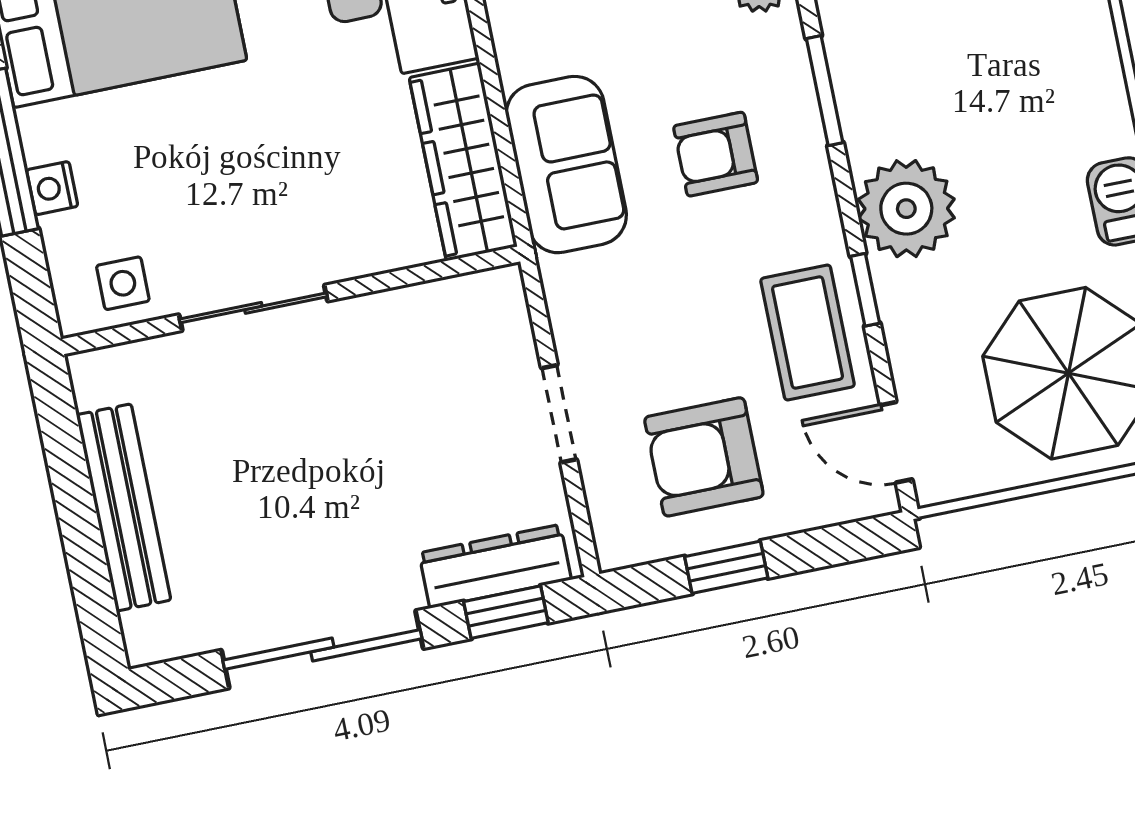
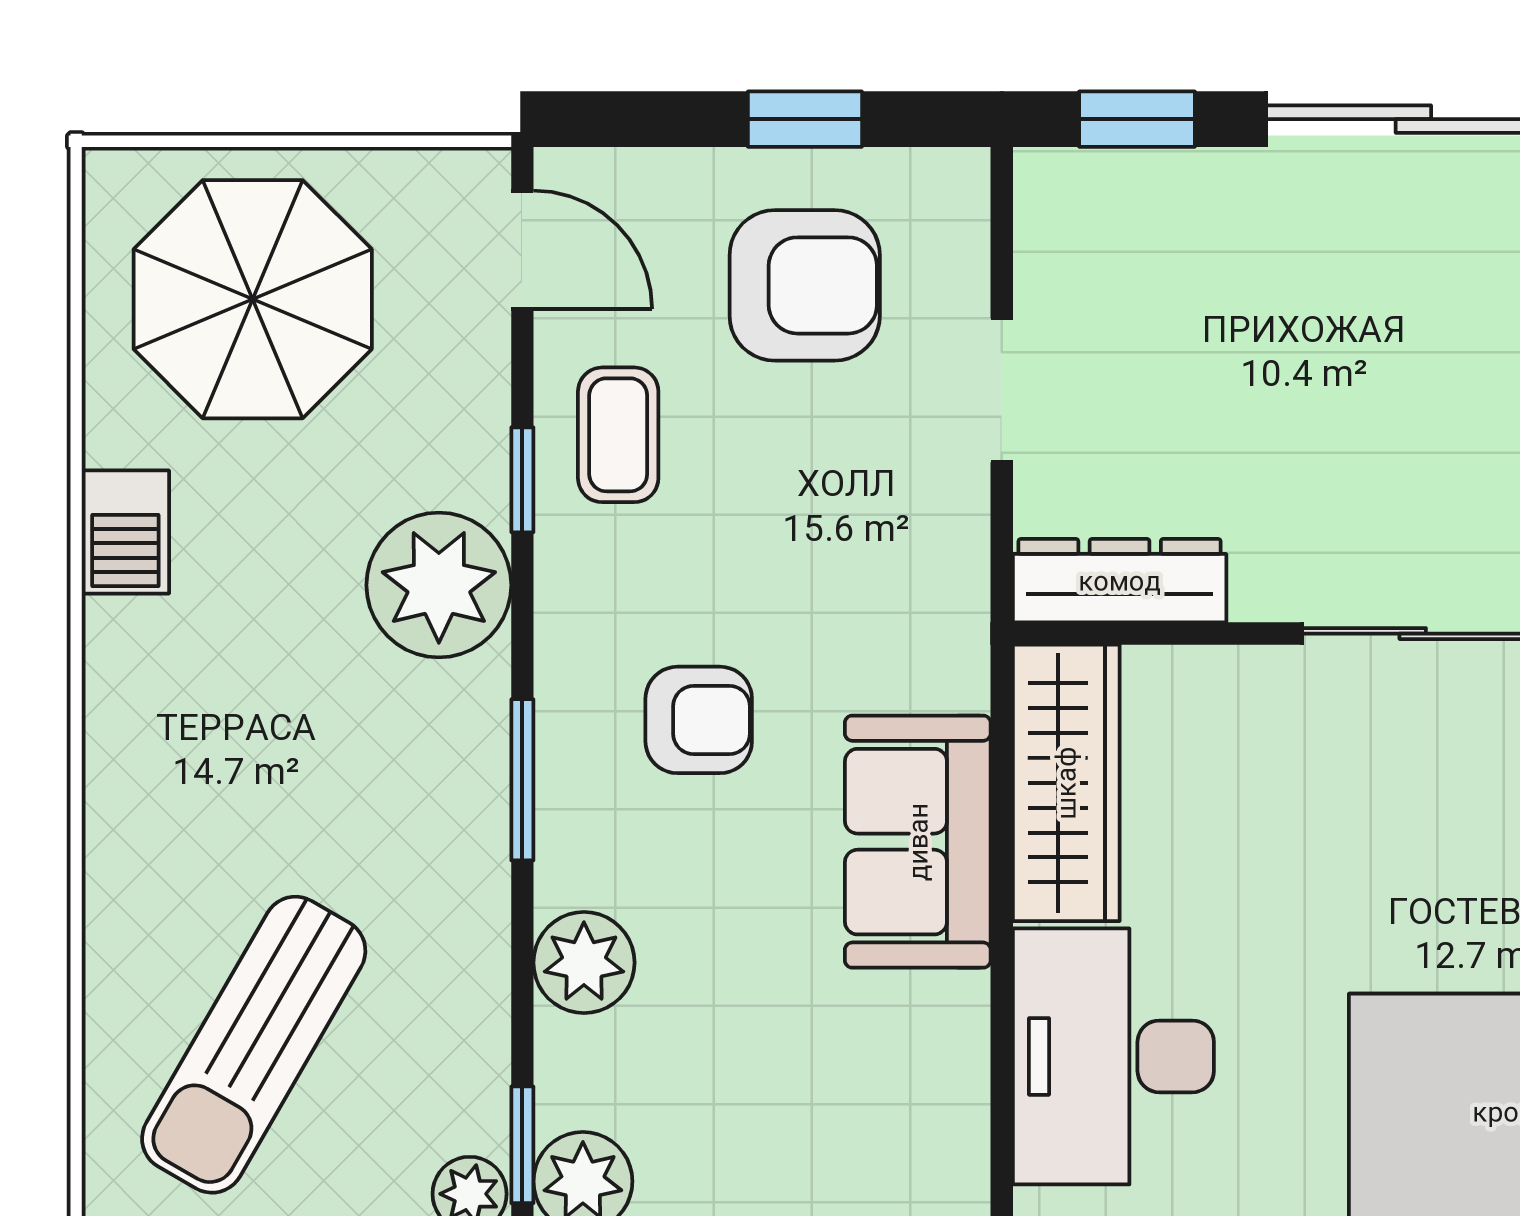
sofa: (566, 165) -> (918, 842), moved
coffee table: (808, 333) -> (618, 435), width x0.73, depth x0.77
dresser: (495, 566) -> (1120, 581), moved, turned 180

